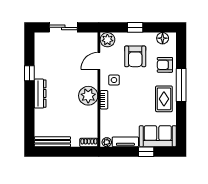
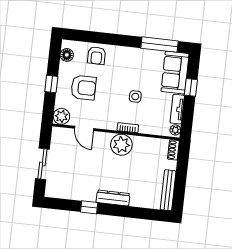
side table: (114, 80) -> (135, 96), moved
window: (181, 85) -> (160, 45), moved
rug: (164, 99) -> (134, 61), removed

